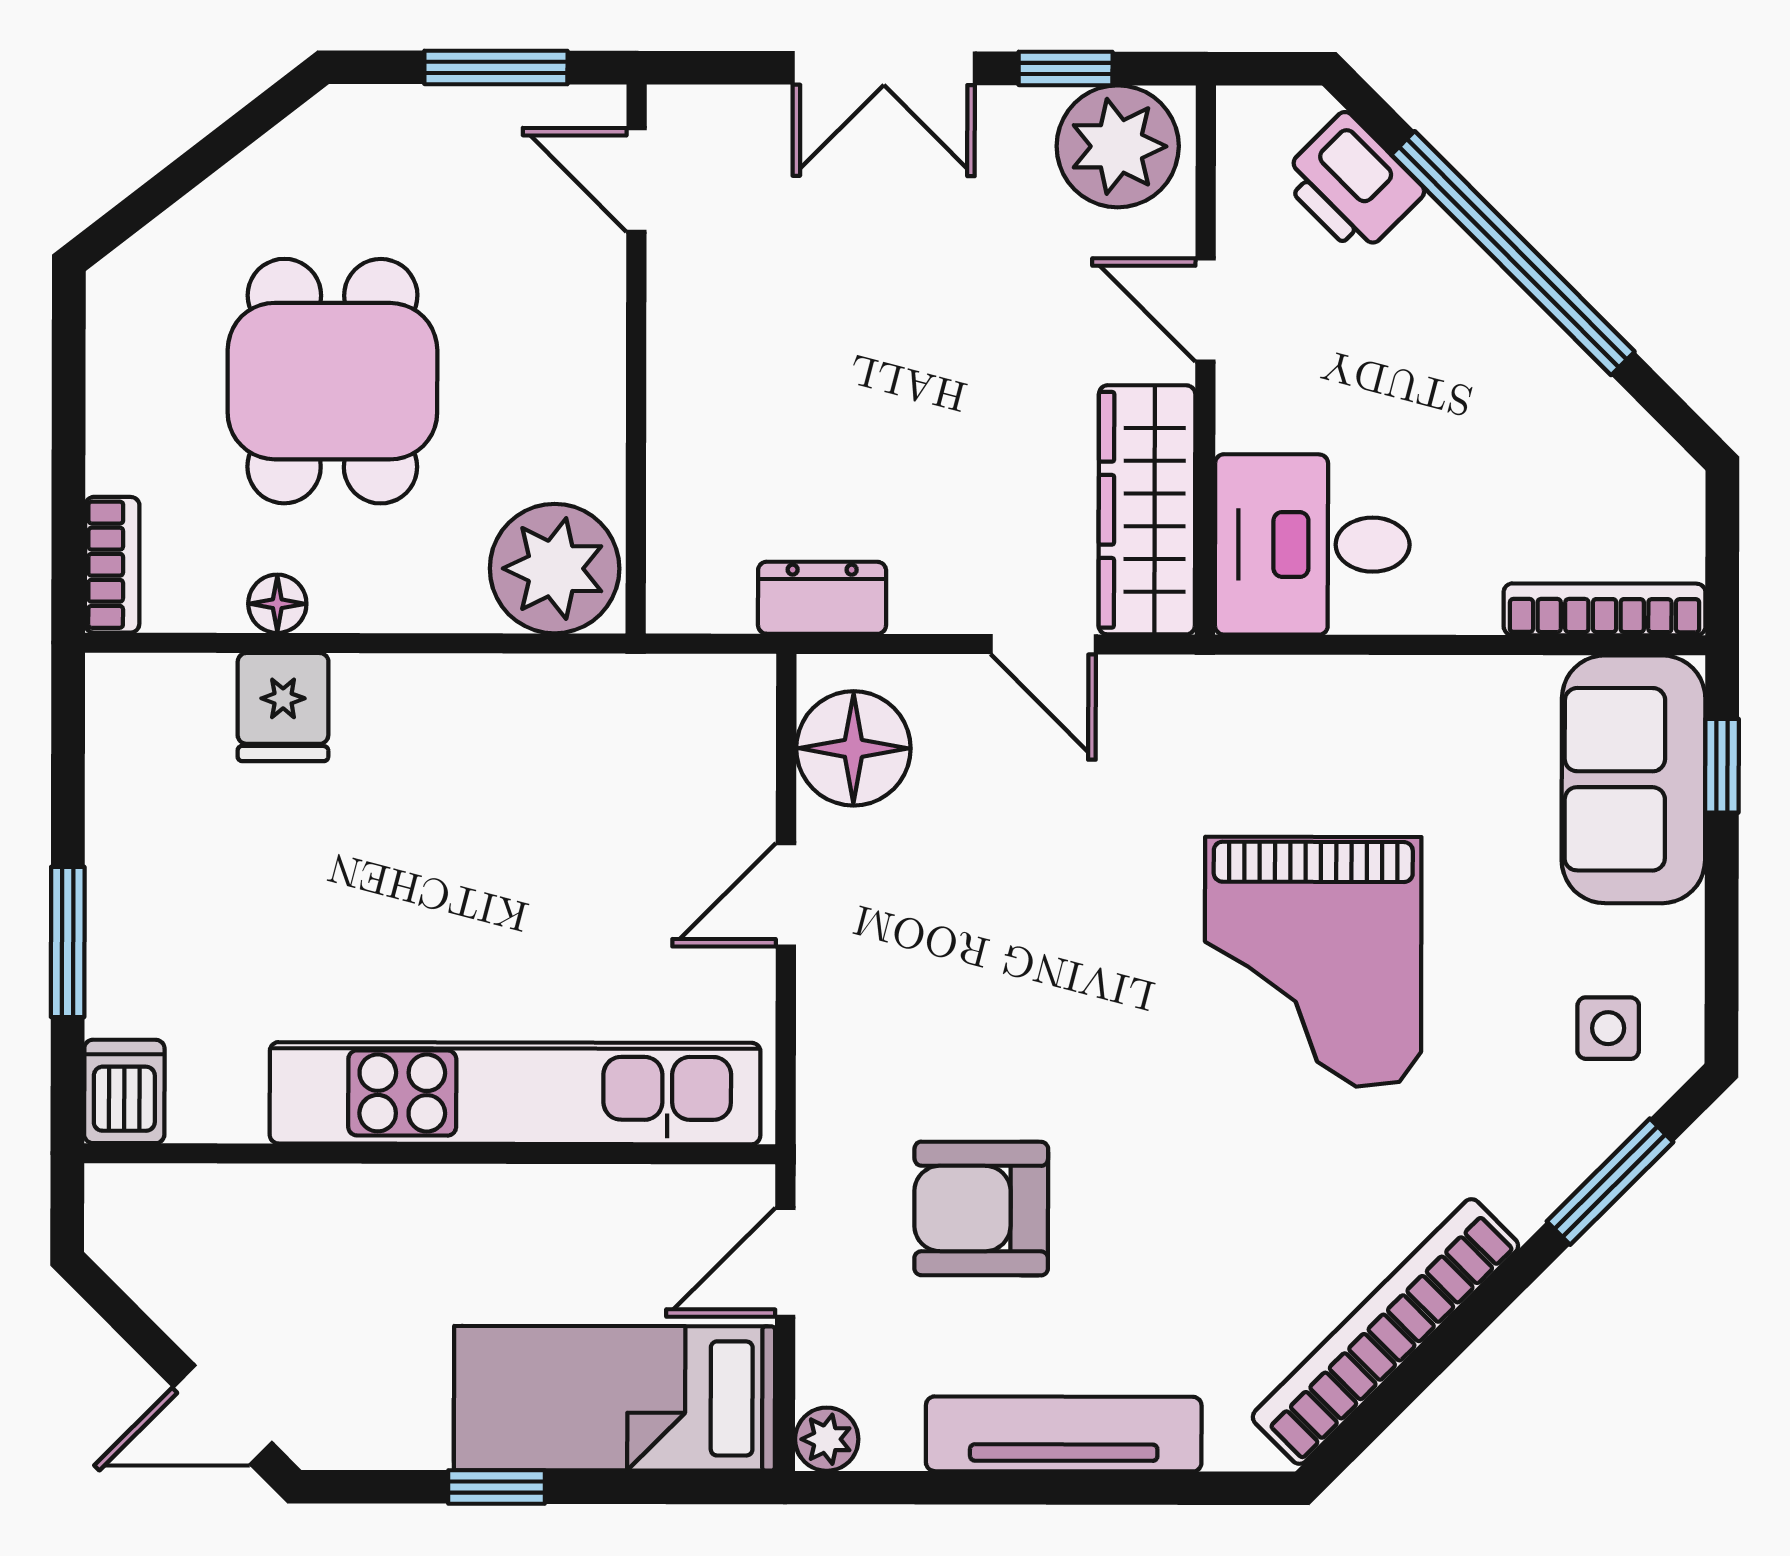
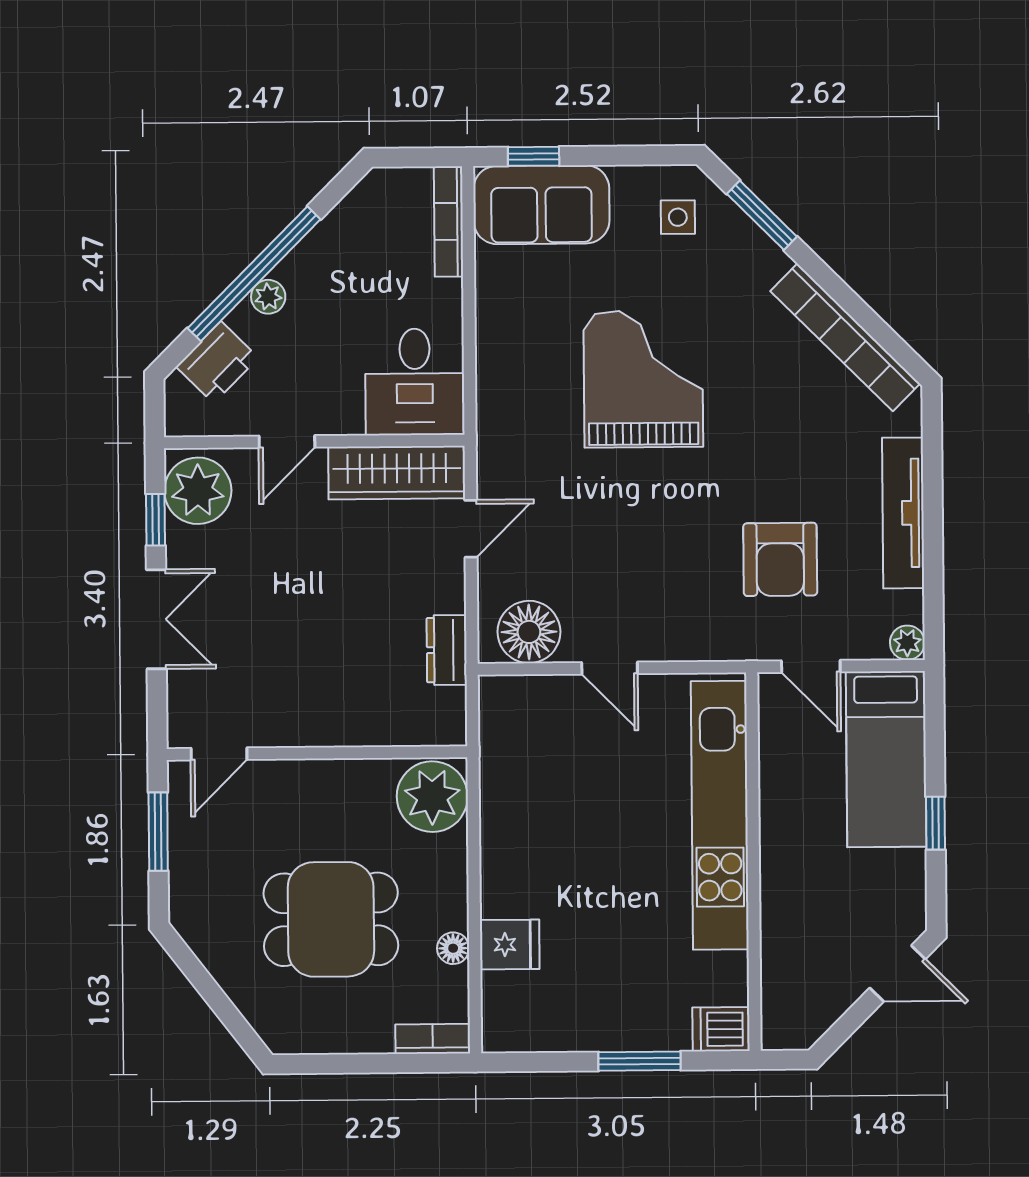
plant: (1471, 279) -> (268, 297), added
grand piano: (1313, 962) -> (643, 379), turned -90
door: (223, 1415) -> (897, 973), hinge flipped

